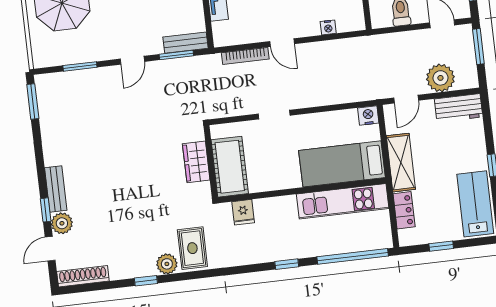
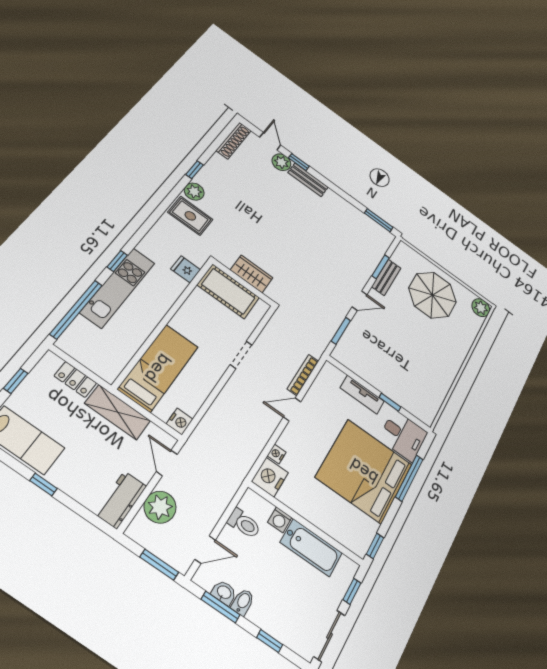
nightstand: (350, 19) -> (270, 477), added
bench: (186, 43) -> (386, 277), moved
door: (132, 60) -> (360, 301), swing flipped
kitchen unit: (343, 201) -> (118, 287), moved, turned 180

